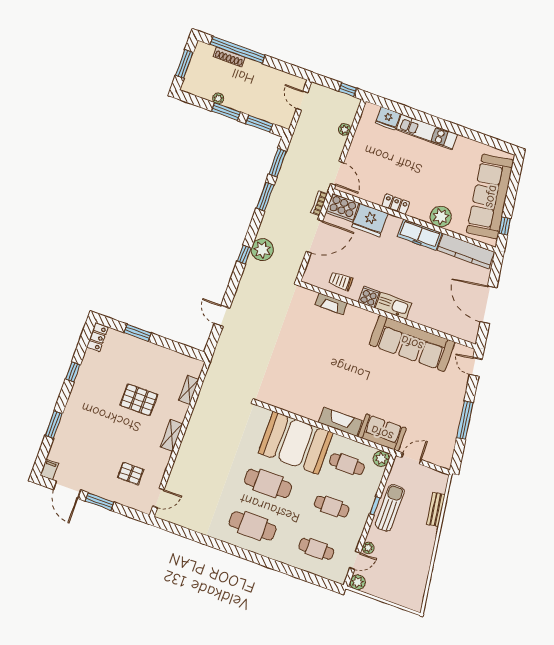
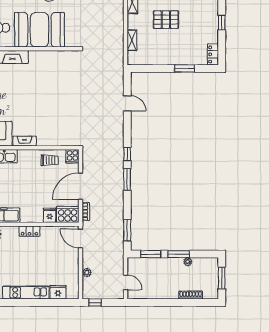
window: (238, 50) -> (186, 302), removed
window: (265, 197) -> (127, 179), moved
fridge: (370, 220) -> (50, 215), width x0.53, depth x0.75
plant: (262, 250) -> (115, 162), removed
cooker: (369, 297) -> (72, 156), moved
fireplace: (331, 304) -> (25, 141), moved

